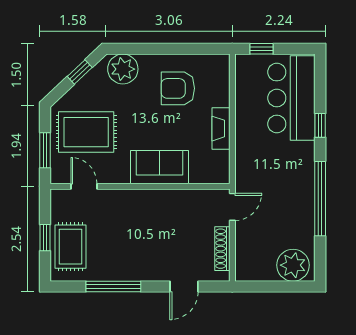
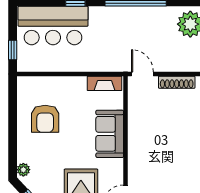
plant: (123, 69) -> (23, 170), width x0.53, depth x0.53
fireplace: (221, 129) -> (104, 83), moved

